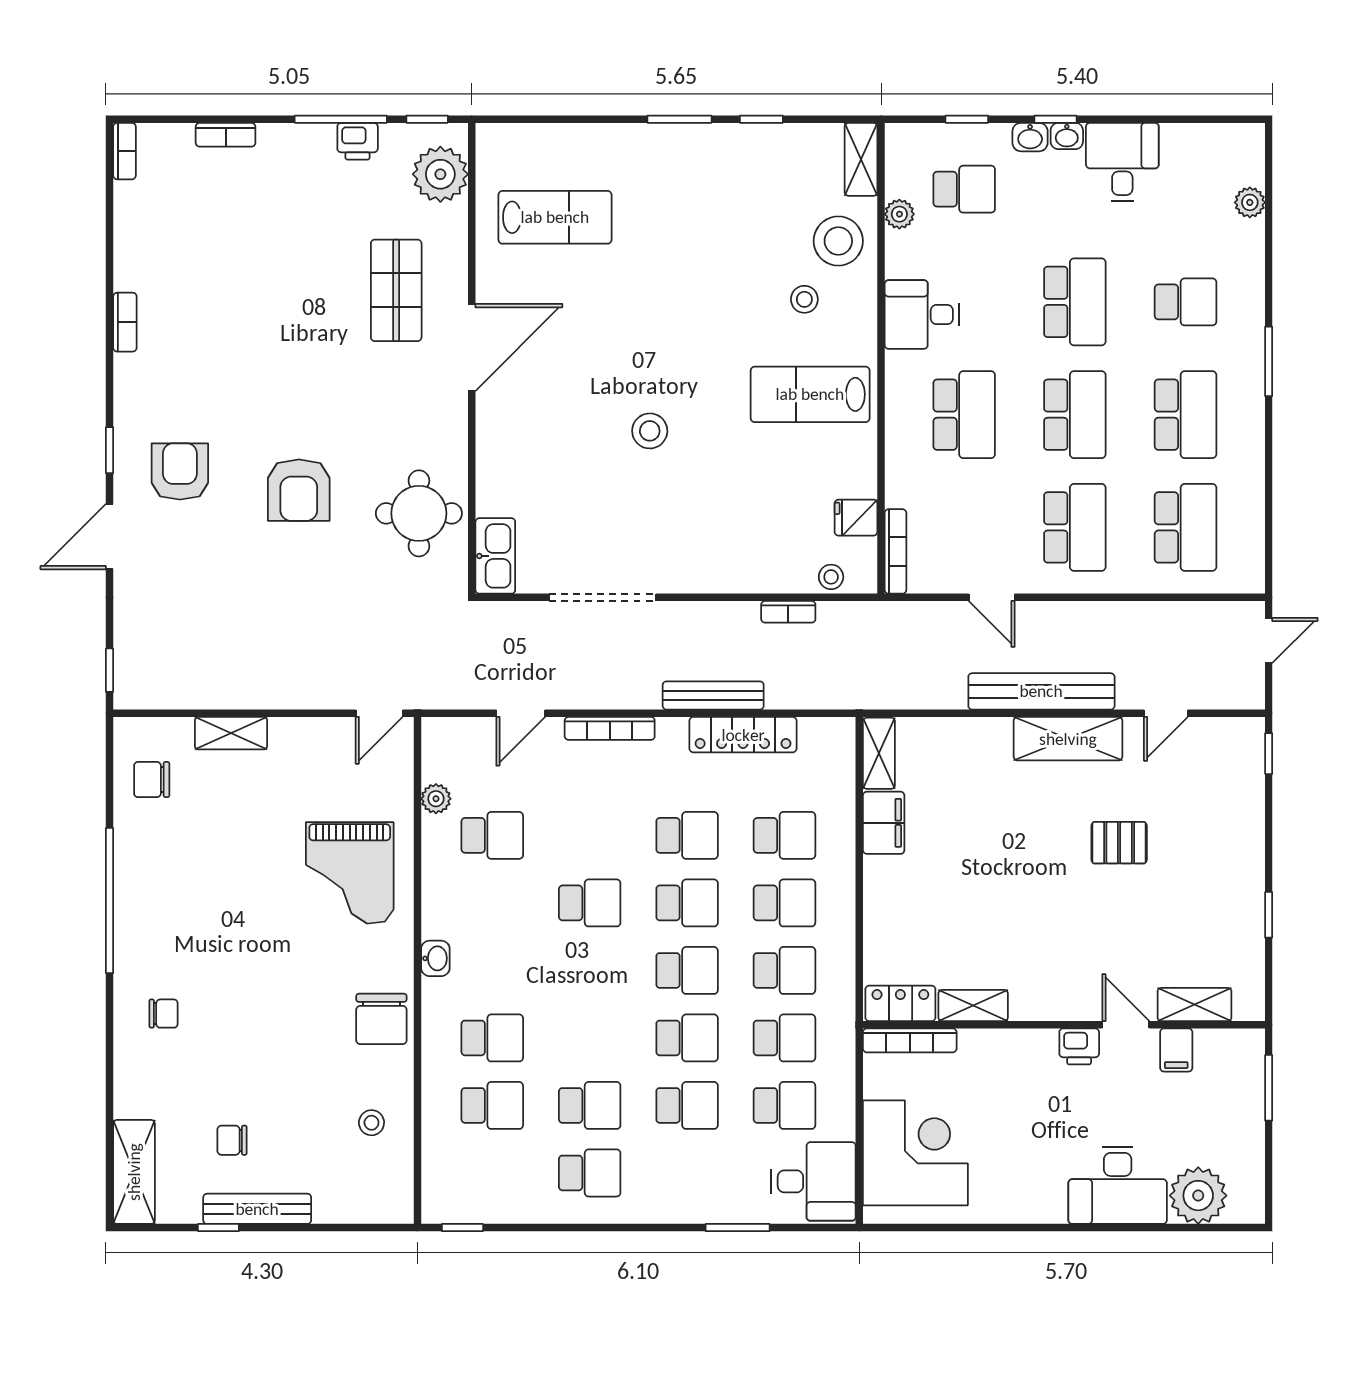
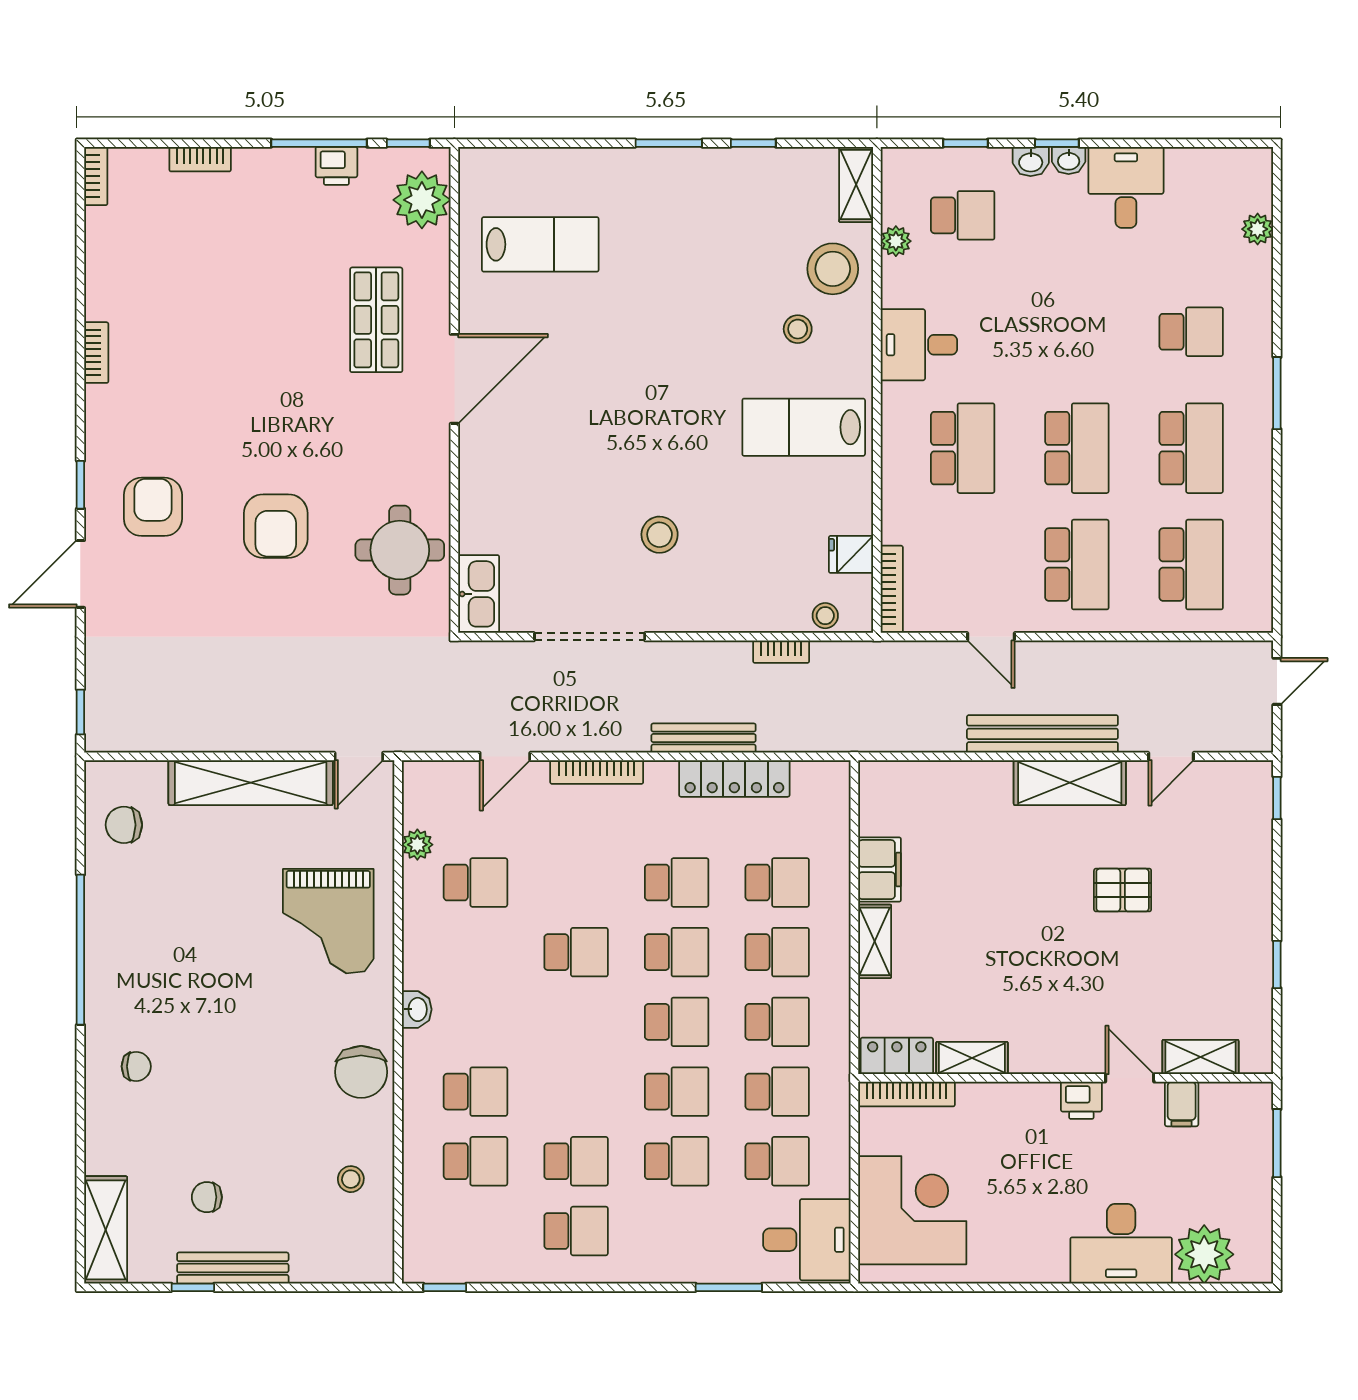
school desk: (1075, 302) -> (1077, 332), removed
stool: (650, 431) -> (660, 535), moved
shelving: (231, 733) -> (251, 783), width x2.20, depth x1.33
shelving: (879, 753) -> (875, 941), moved

